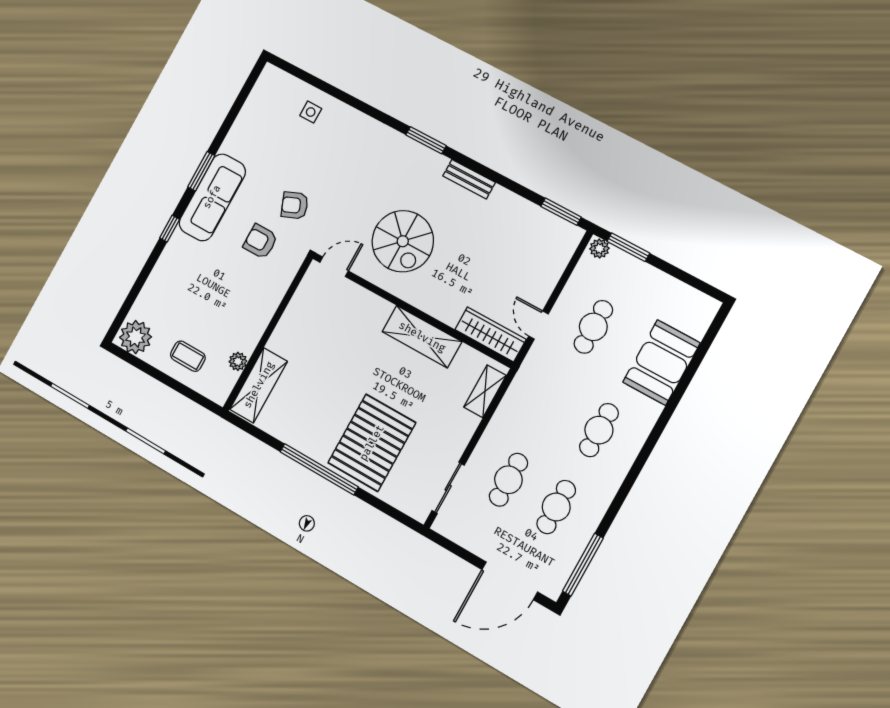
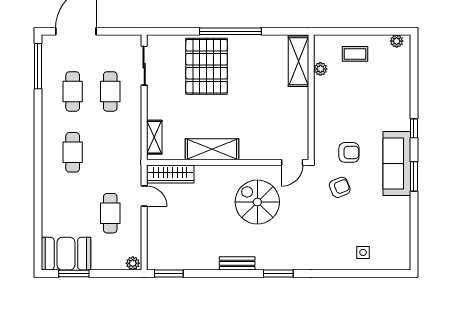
window: (628, 247) -> (74, 273), moved
plant: (136, 337) -> (397, 41), width x0.53, depth x0.53
booth: (661, 363) -> (66, 254), moved, turned 90

